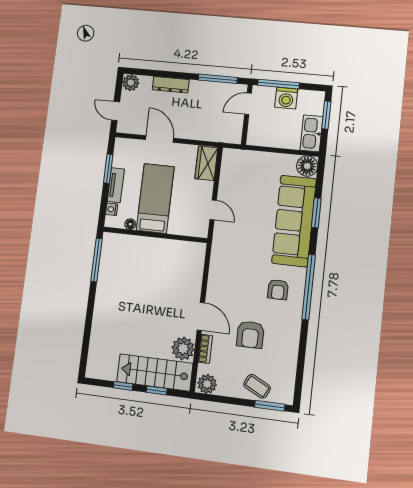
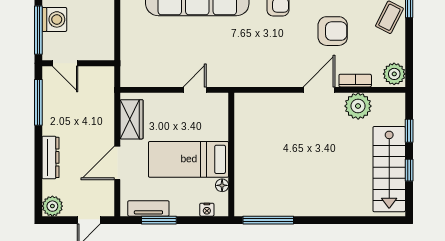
wardrobe: (206, 163) -> (132, 119), moved, turned -90
tv unit: (116, 185) -> (148, 208), moved
stairs: (155, 372) -> (389, 169), moved

